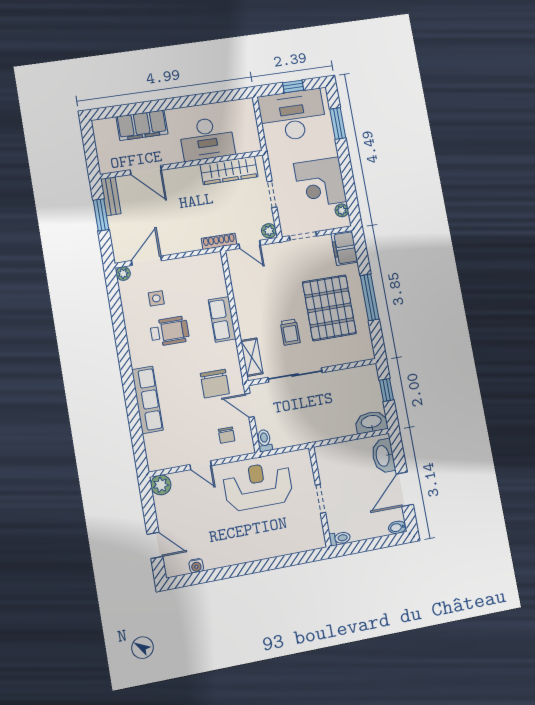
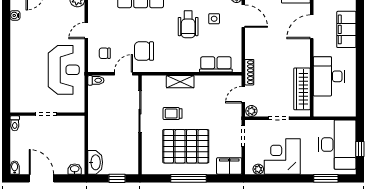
row of seats: (222, 319) -> (216, 64), moved
shelving: (252, 357) -> (180, 82), moved
washbasin: (383, 456) -> (75, 169), width x0.52, depth x0.69

